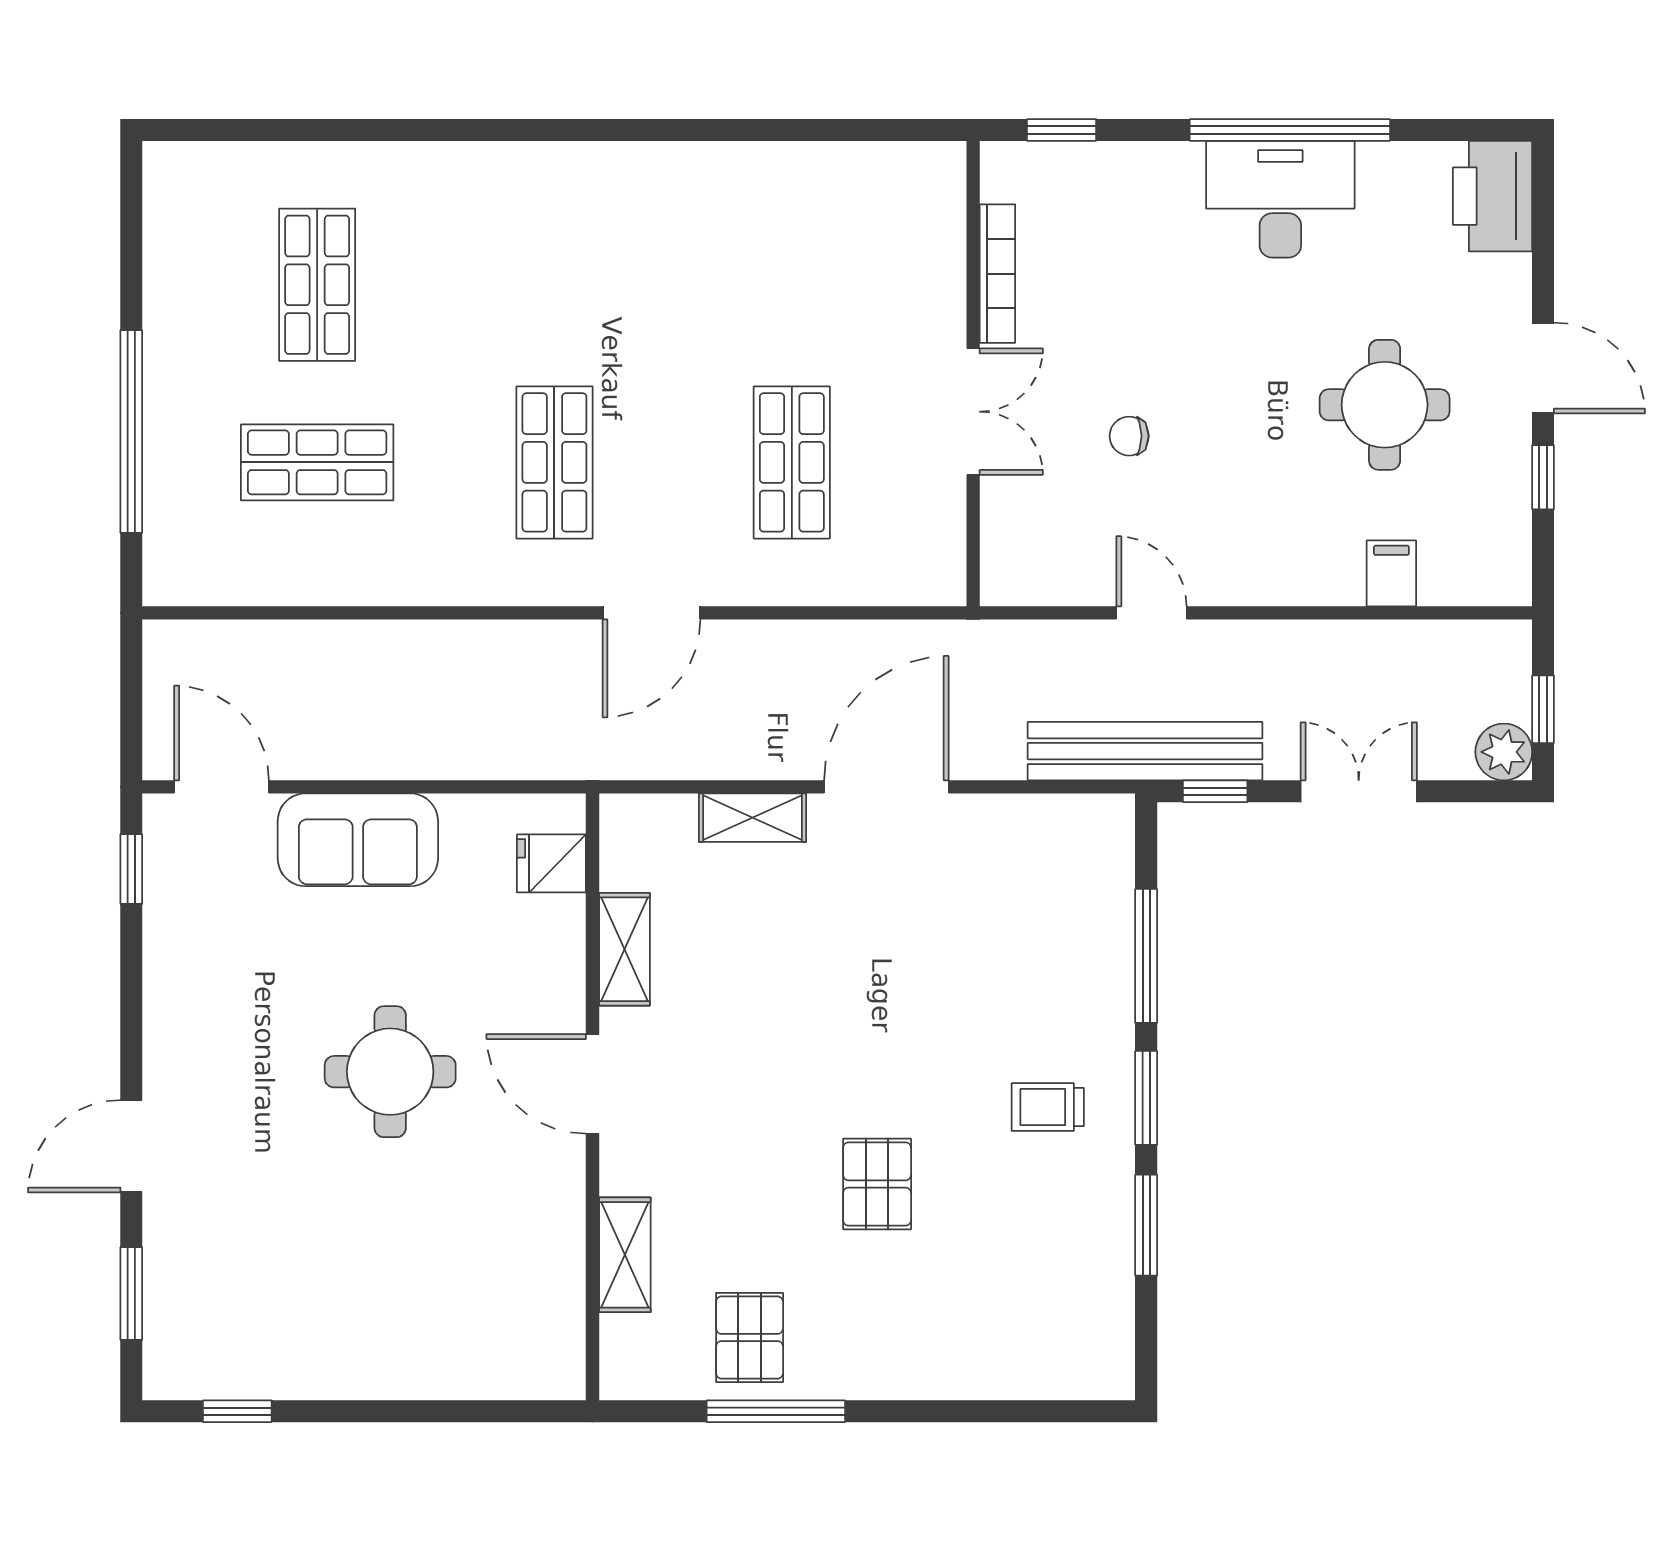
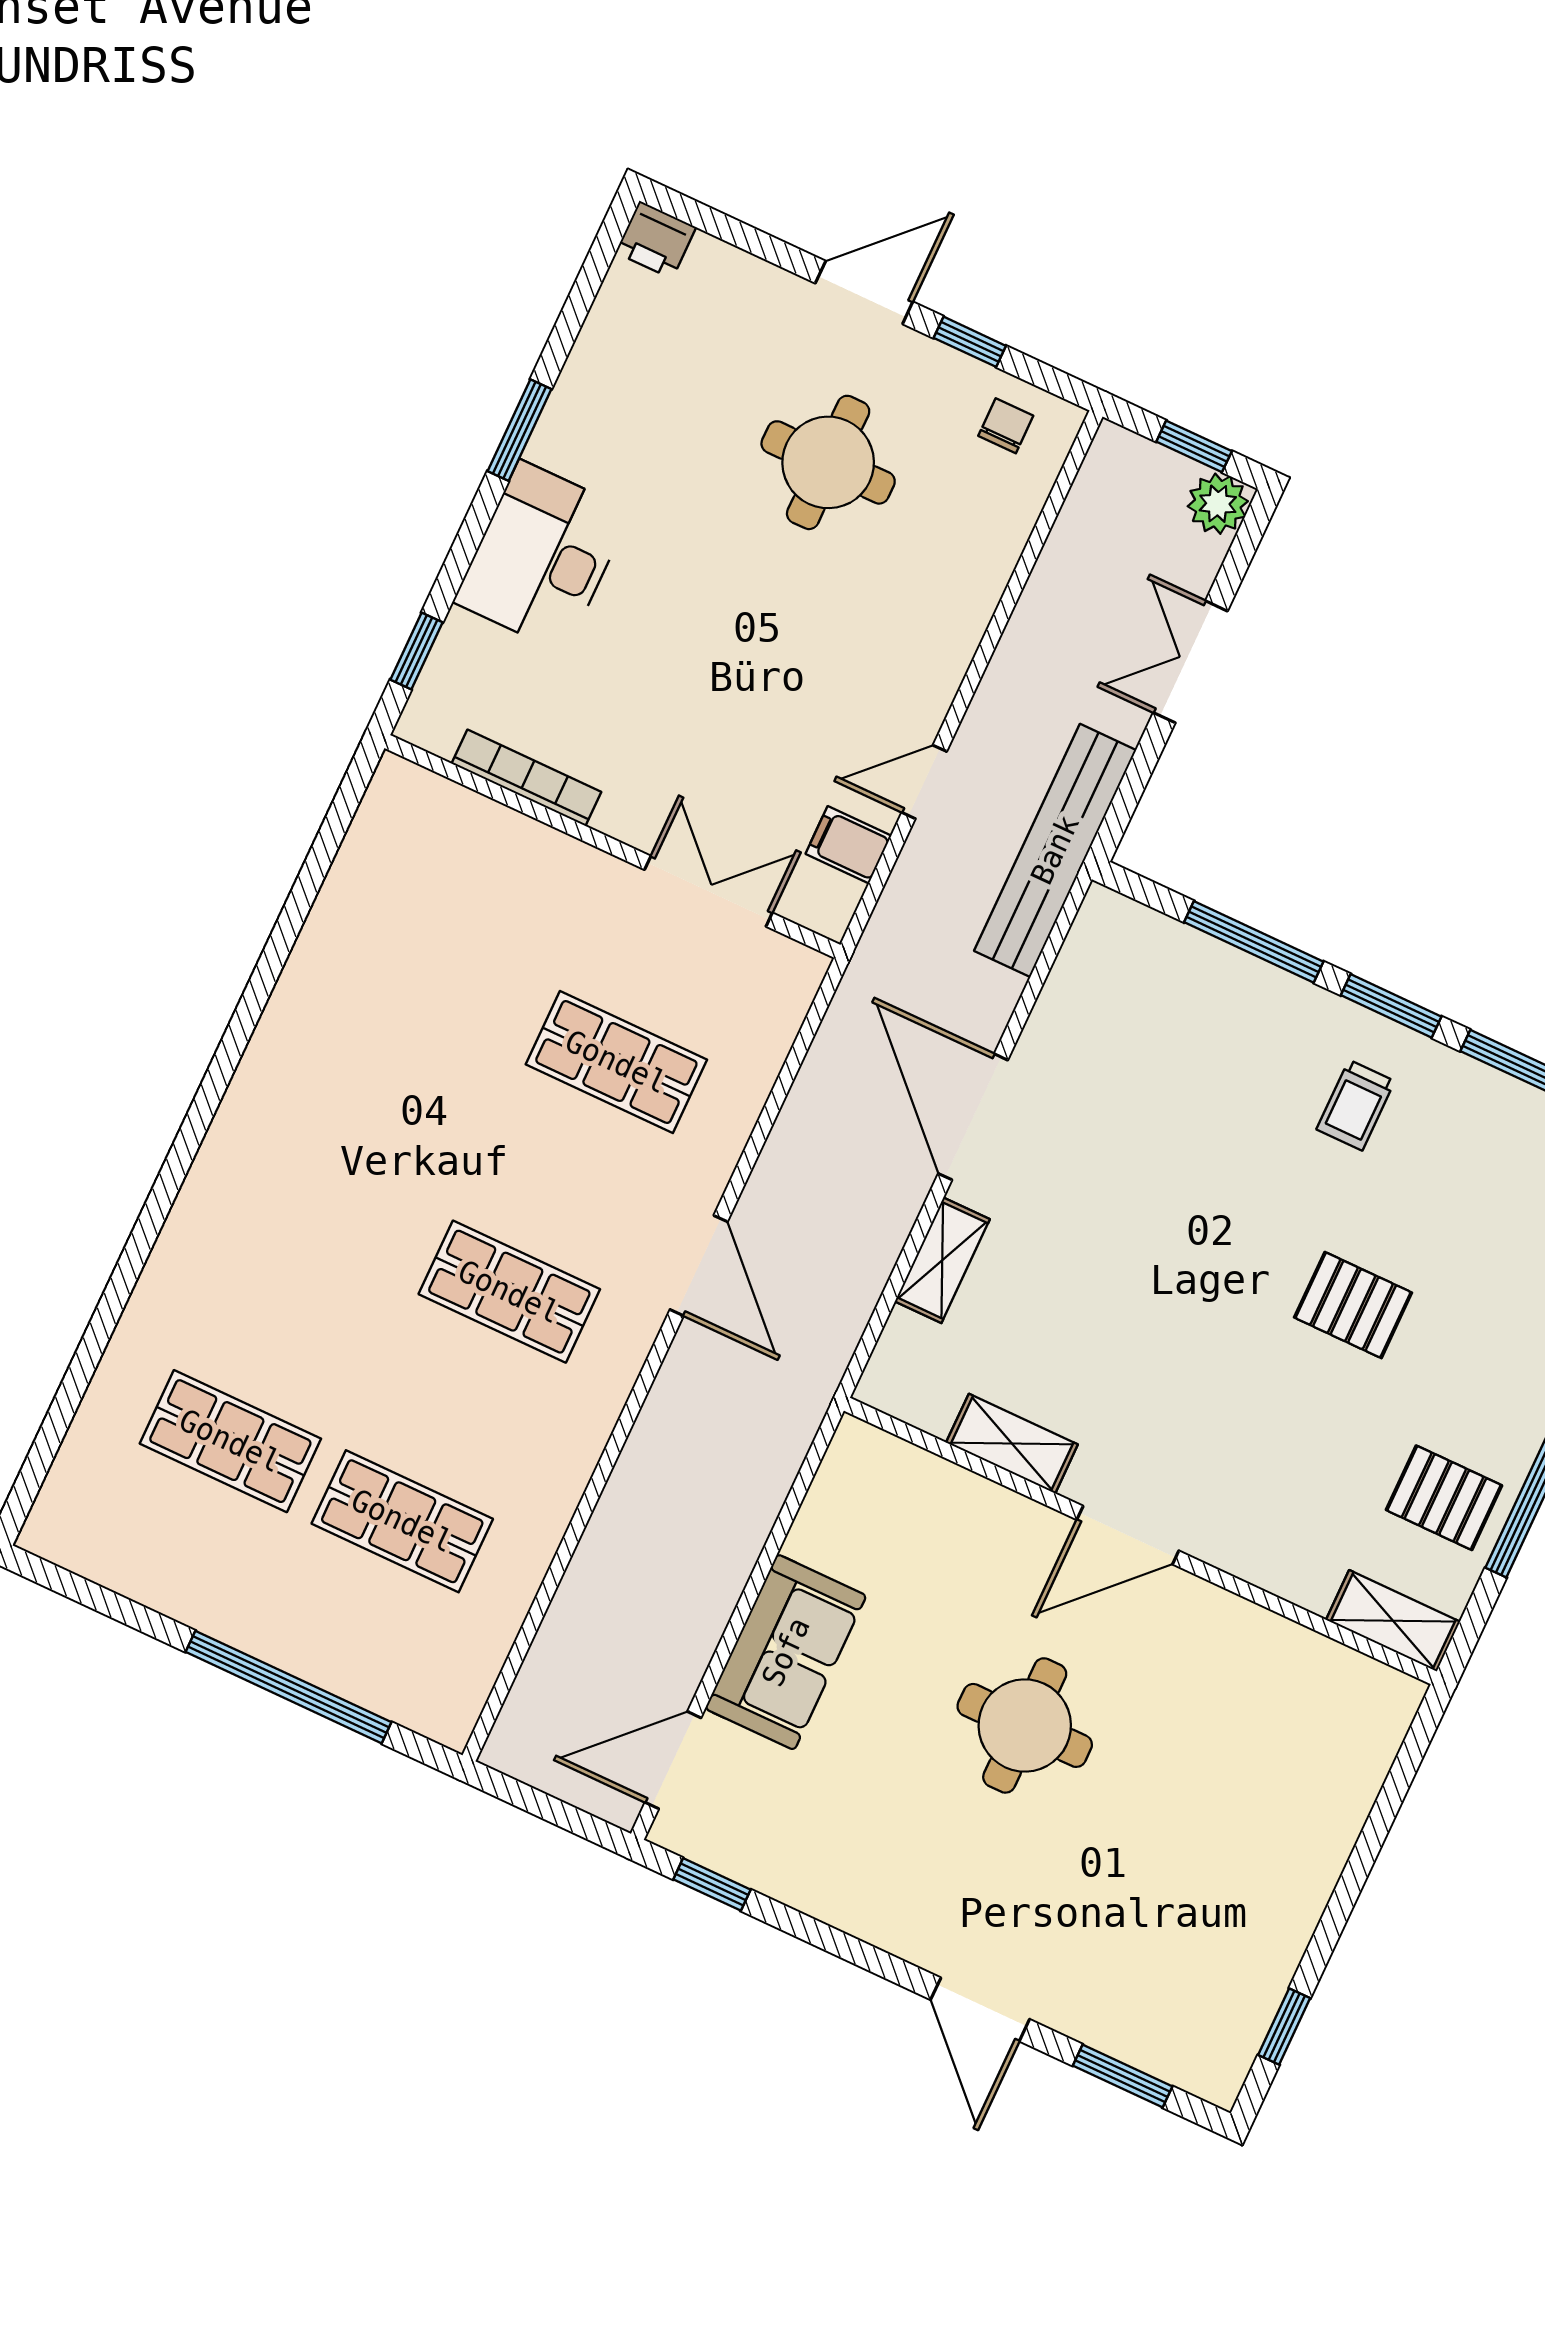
window: (1290, 130) -> (519, 430), width x0.47
printer: (1493, 196) -> (656, 240), width x0.53, depth x0.68
desk: (1280, 199) -> (542, 557), moved
double door: (973, 412) -> (708, 891), moved
chair: (1129, 436) -> (1006, 426), moved, turned 180
shop shelf: (317, 462) -> (402, 1521), turned 90
filing cabinet: (1391, 573) -> (848, 845), moved
window: (1215, 791) -> (1126, 801), removed
fridge: (551, 863) -> (896, 1475), removed
shelving: (625, 1255) -> (1393, 1621), moved

